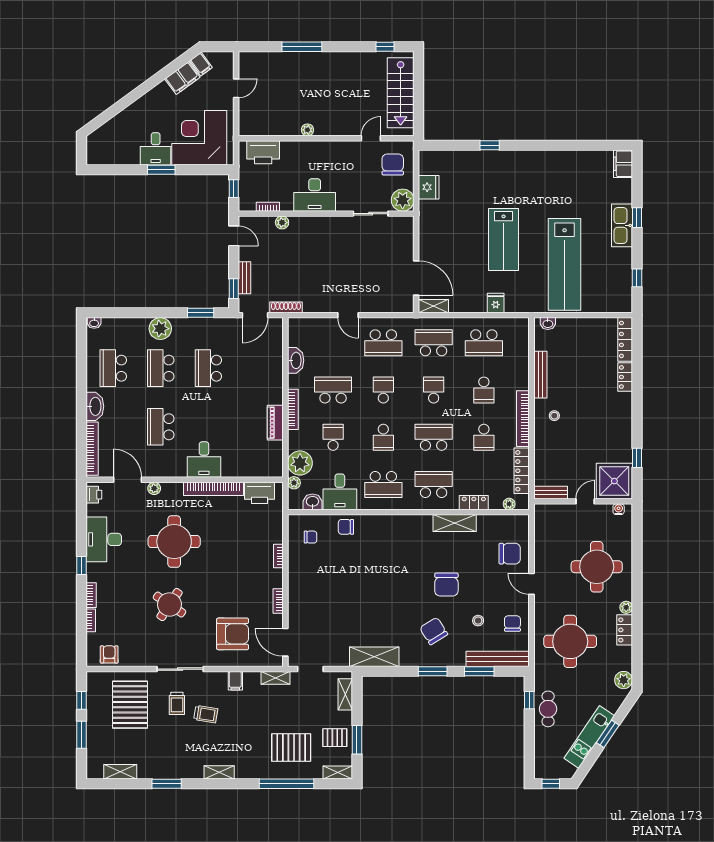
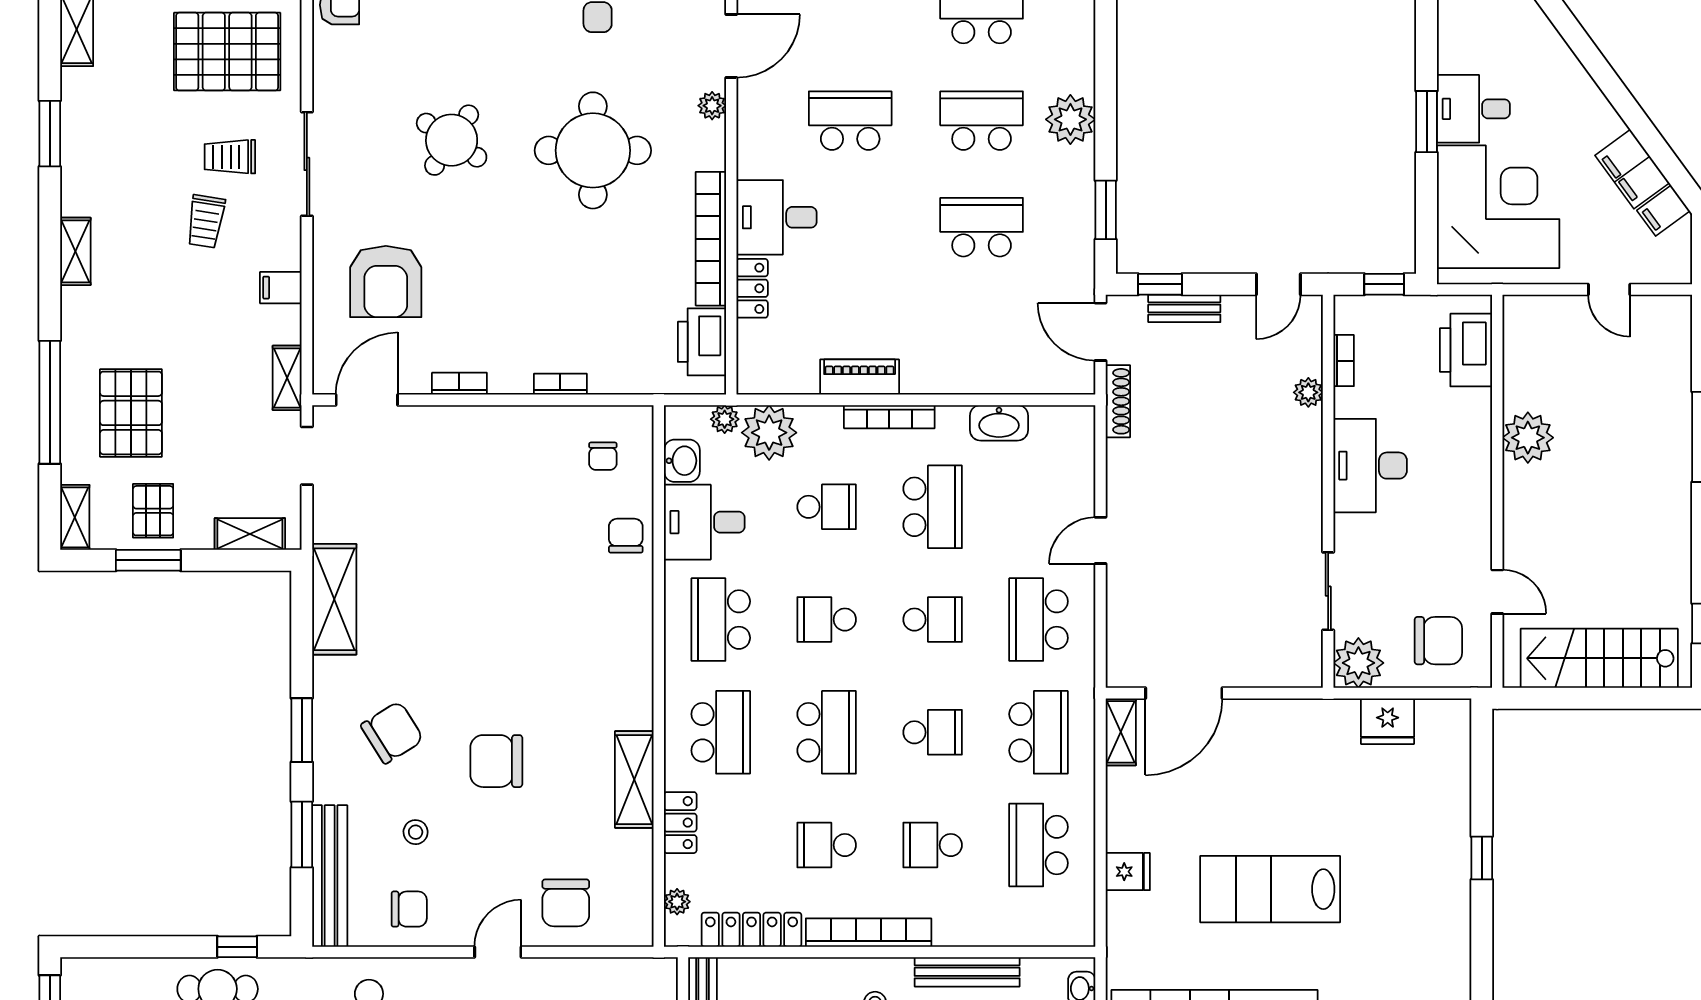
plant: (307, 130) -> (1528, 438), width x1.88, depth x1.88
locker: (236, 471) -> (752, 288), added

